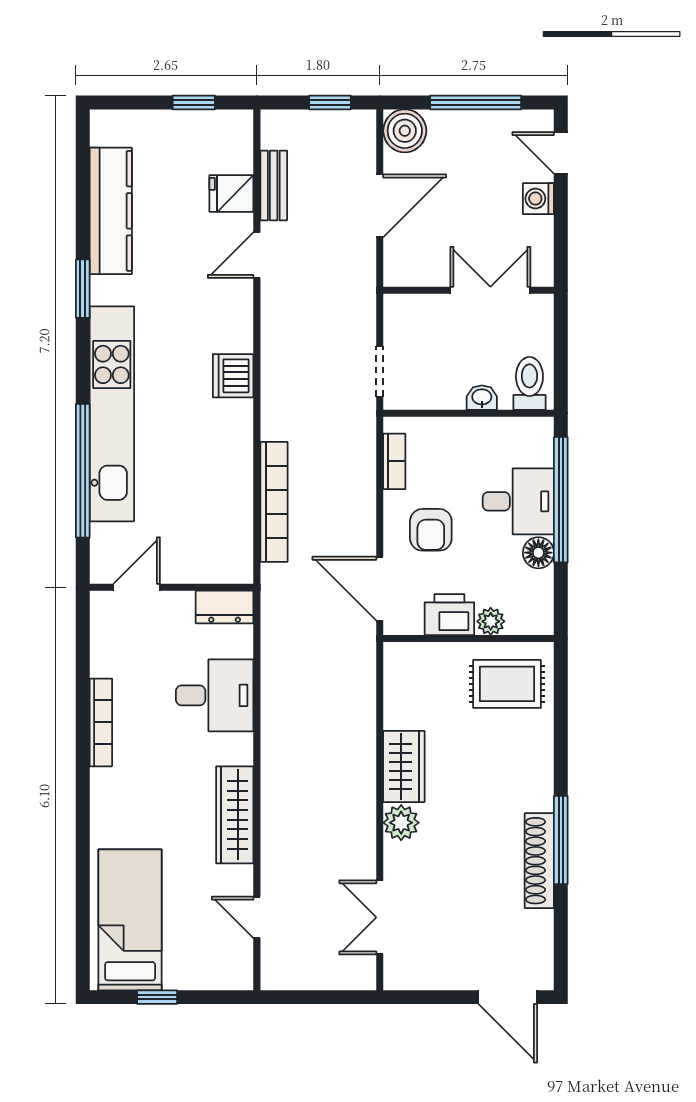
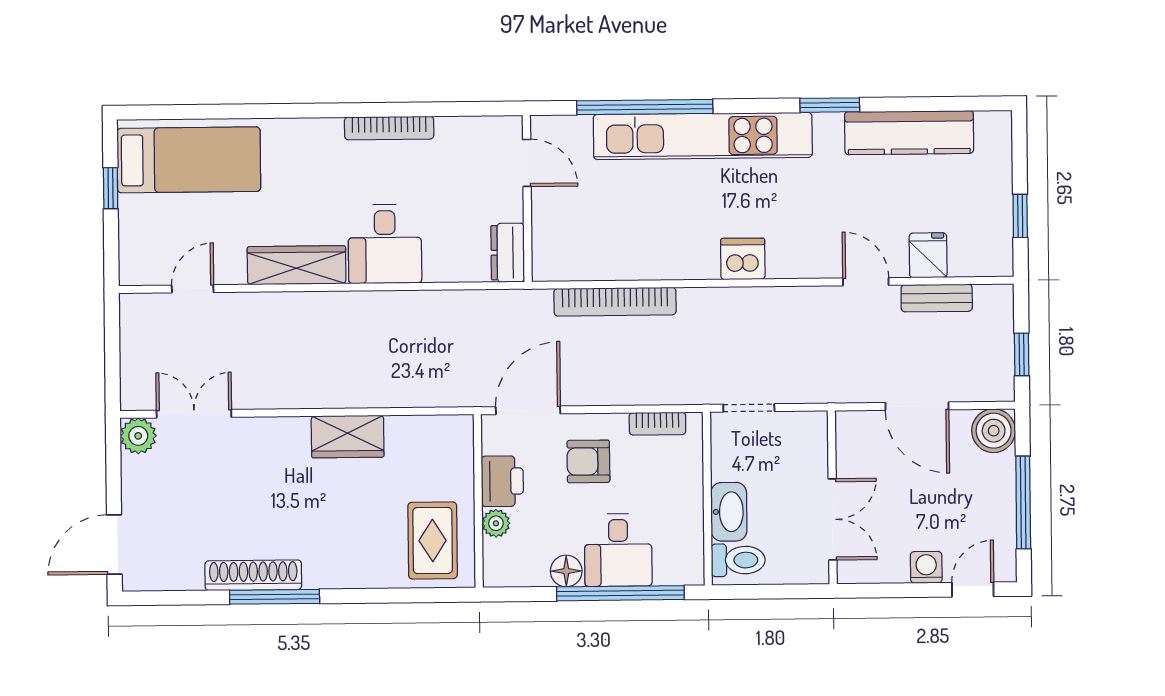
washbasin: (482, 398) -> (729, 512), width x1.91, depth x1.45
desk: (215, 695) -> (385, 244), moved
plant: (401, 823) -> (138, 436), moved

